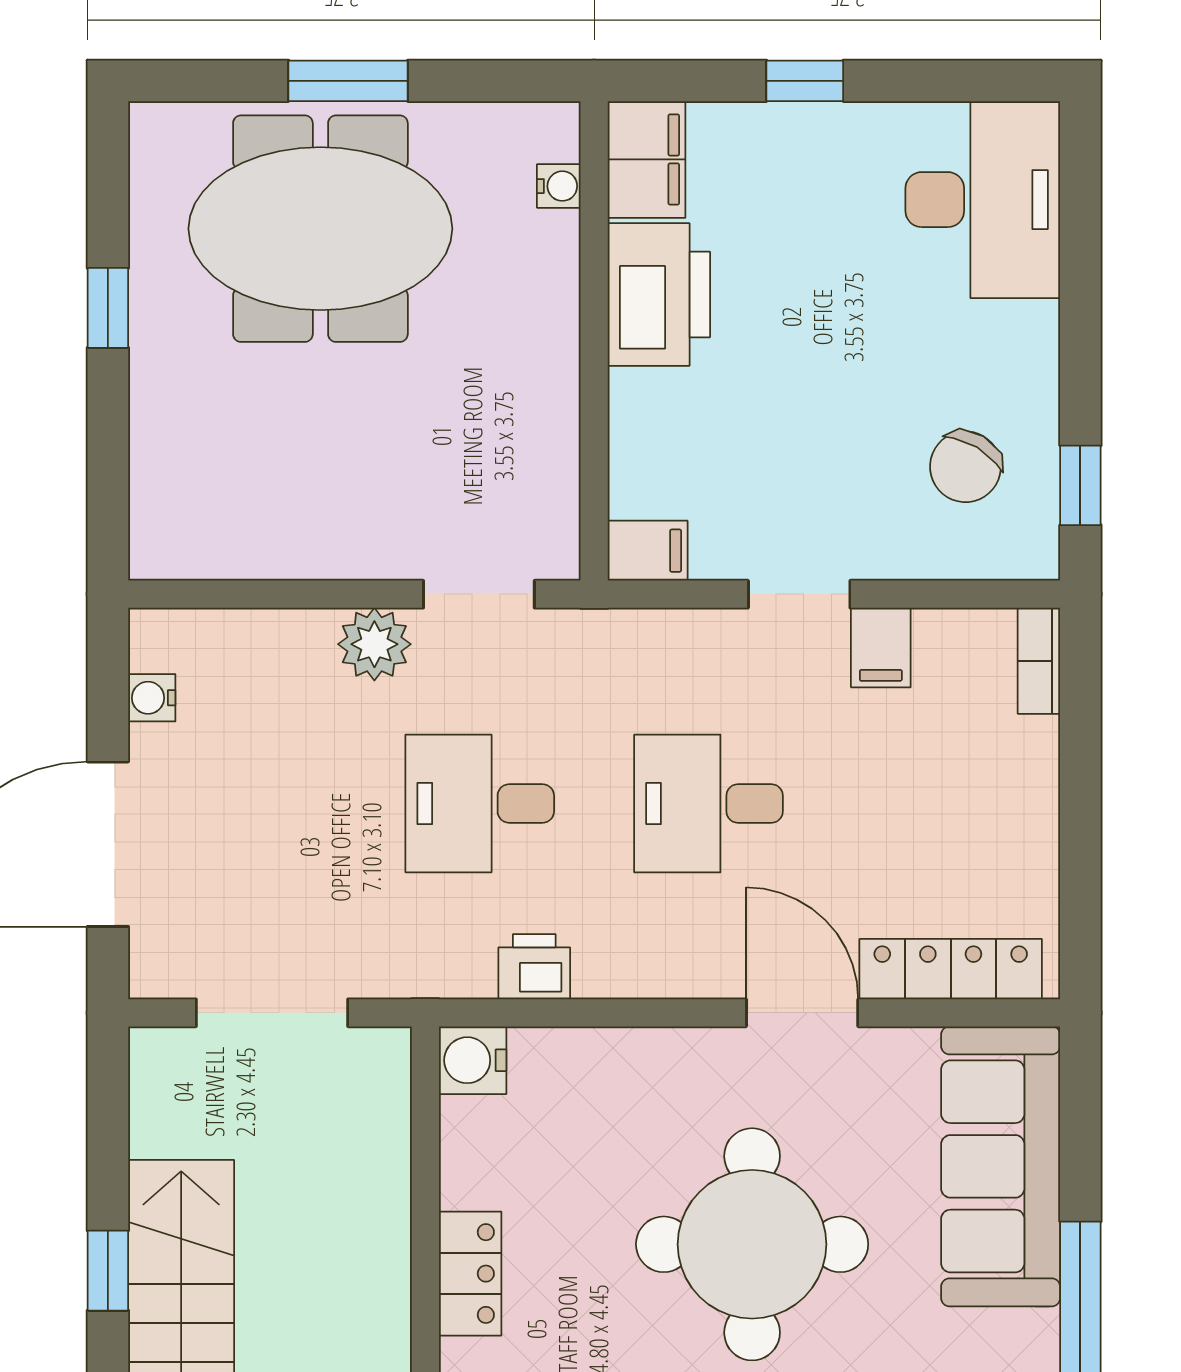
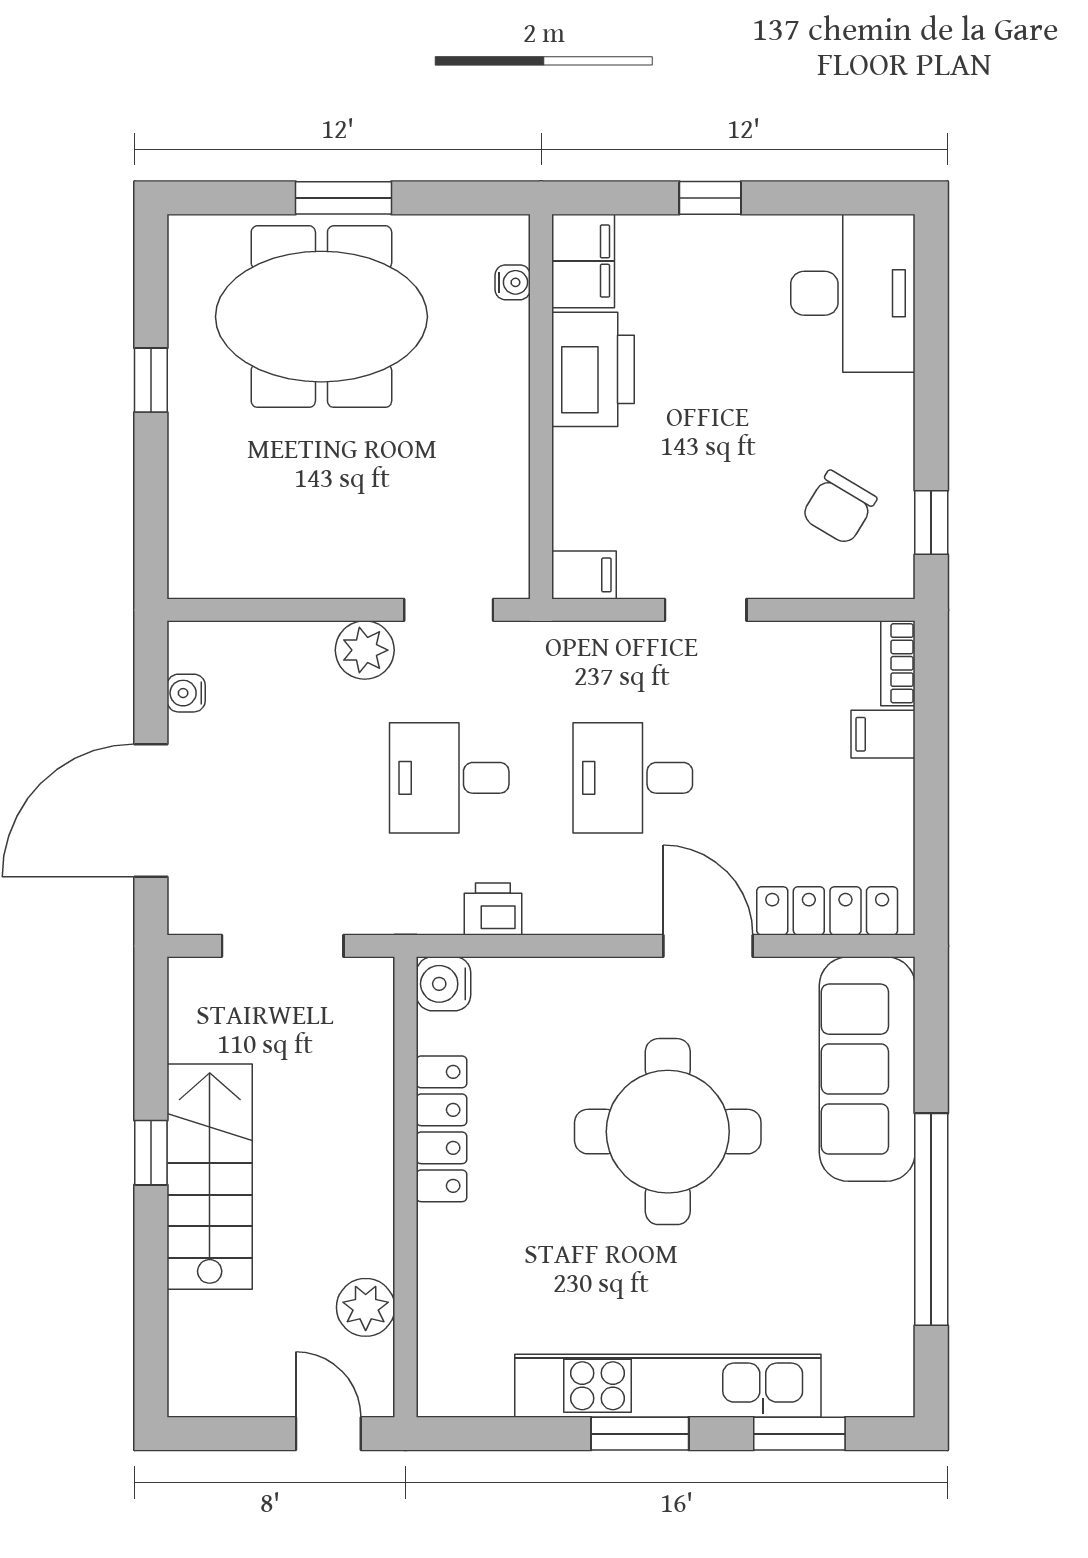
filing cabinet: (881, 647) -> (883, 734), moved, turned 90
locker: (470, 1274) -> (442, 1129), width x1.53

